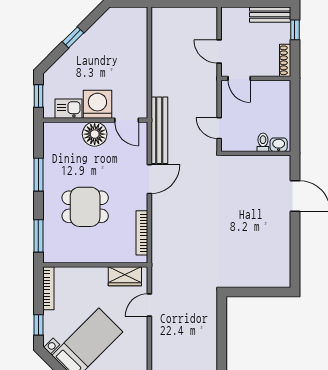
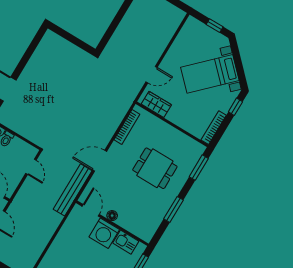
floor lamp: (95, 134) -> (112, 216), width x0.53, depth x0.53

